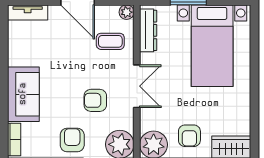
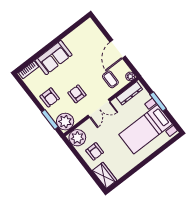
tv unit: (28, 12) -> (94, 30), removed
armchair: (189, 136) -> (95, 151), turned -90
armchair: (72, 140) -> (50, 97), turned 90

